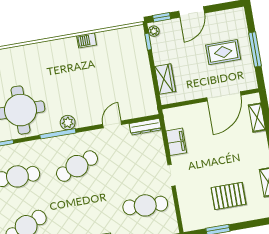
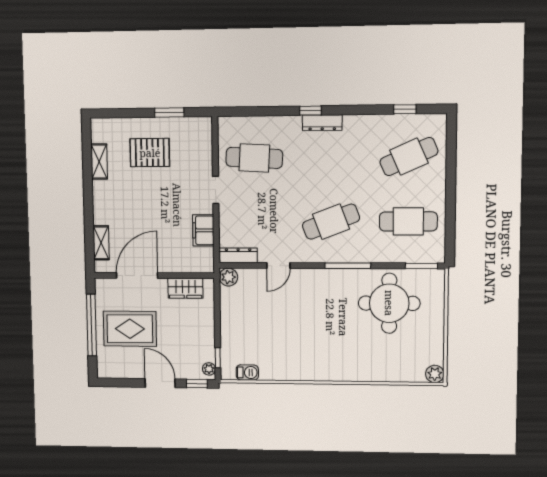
door: (192, 12) -> (160, 383), hinge flipped
barbecue: (87, 40) -> (247, 372), moved
window: (255, 49) -> (92, 325), width x1.46
rug: (223, 52) -> (130, 329), width x1.36, depth x1.43
wardrobe: (165, 79) -> (185, 288), moved, turned -90
plant: (68, 123) -> (228, 277), moved

